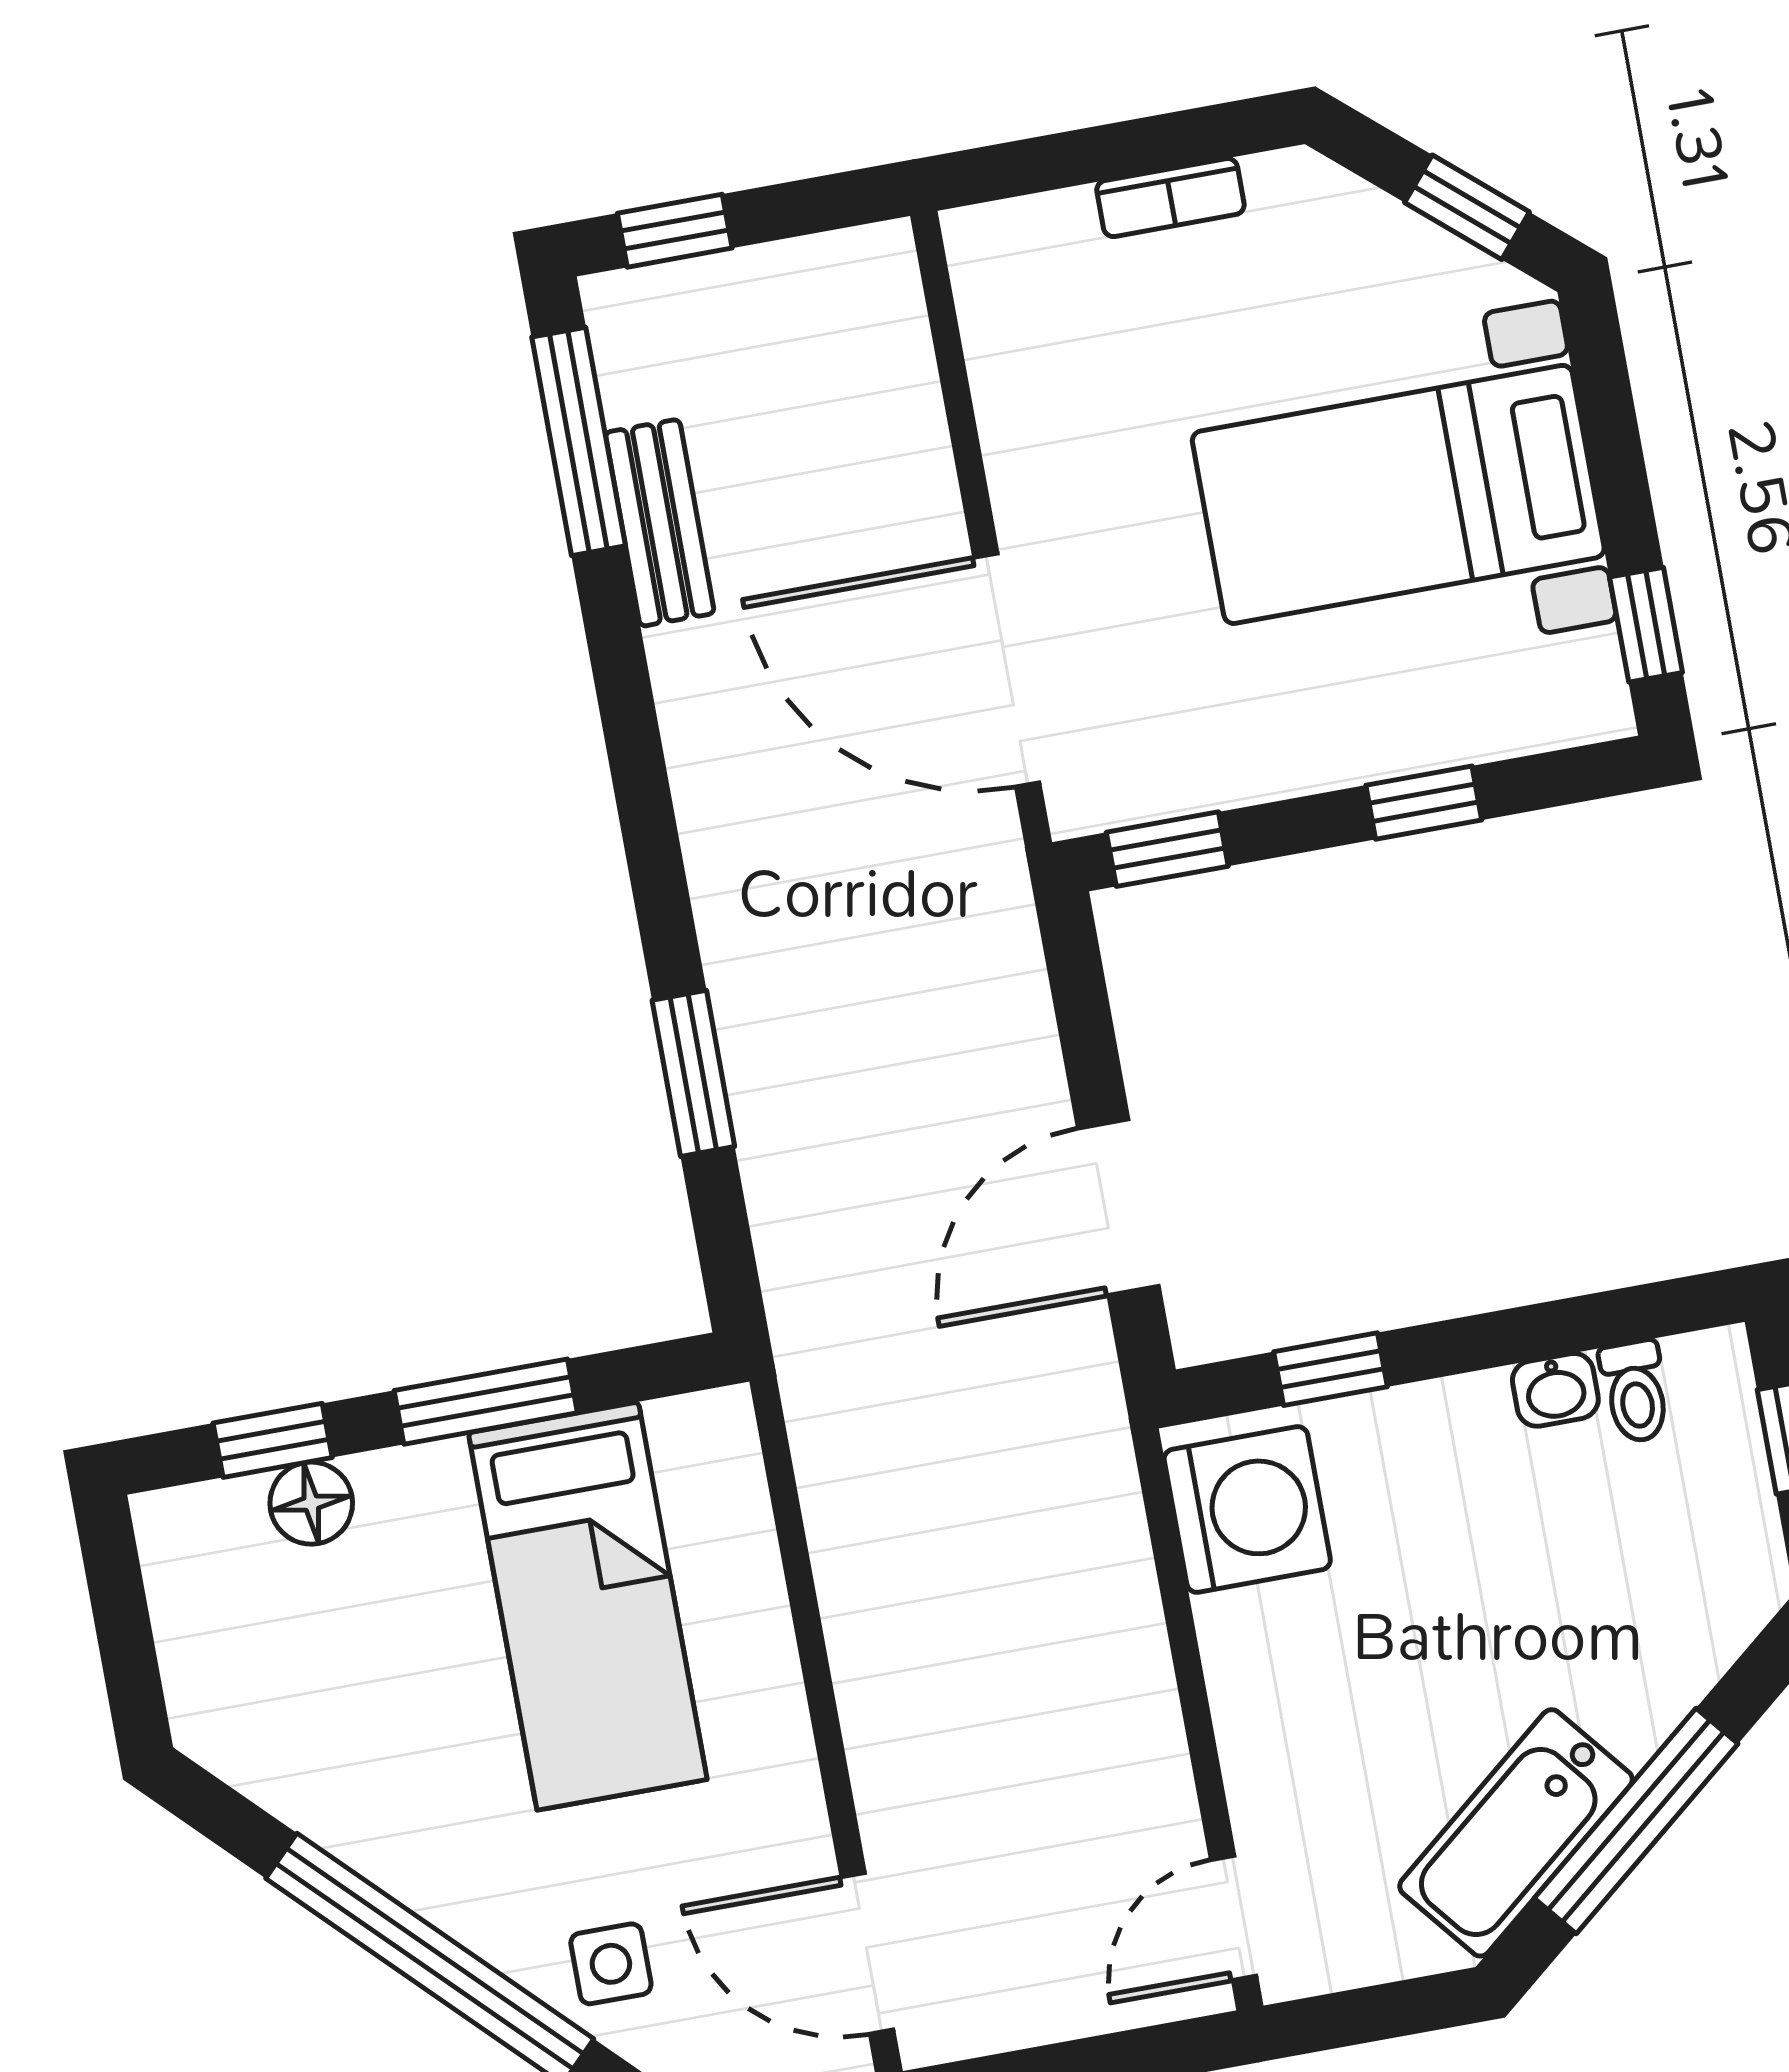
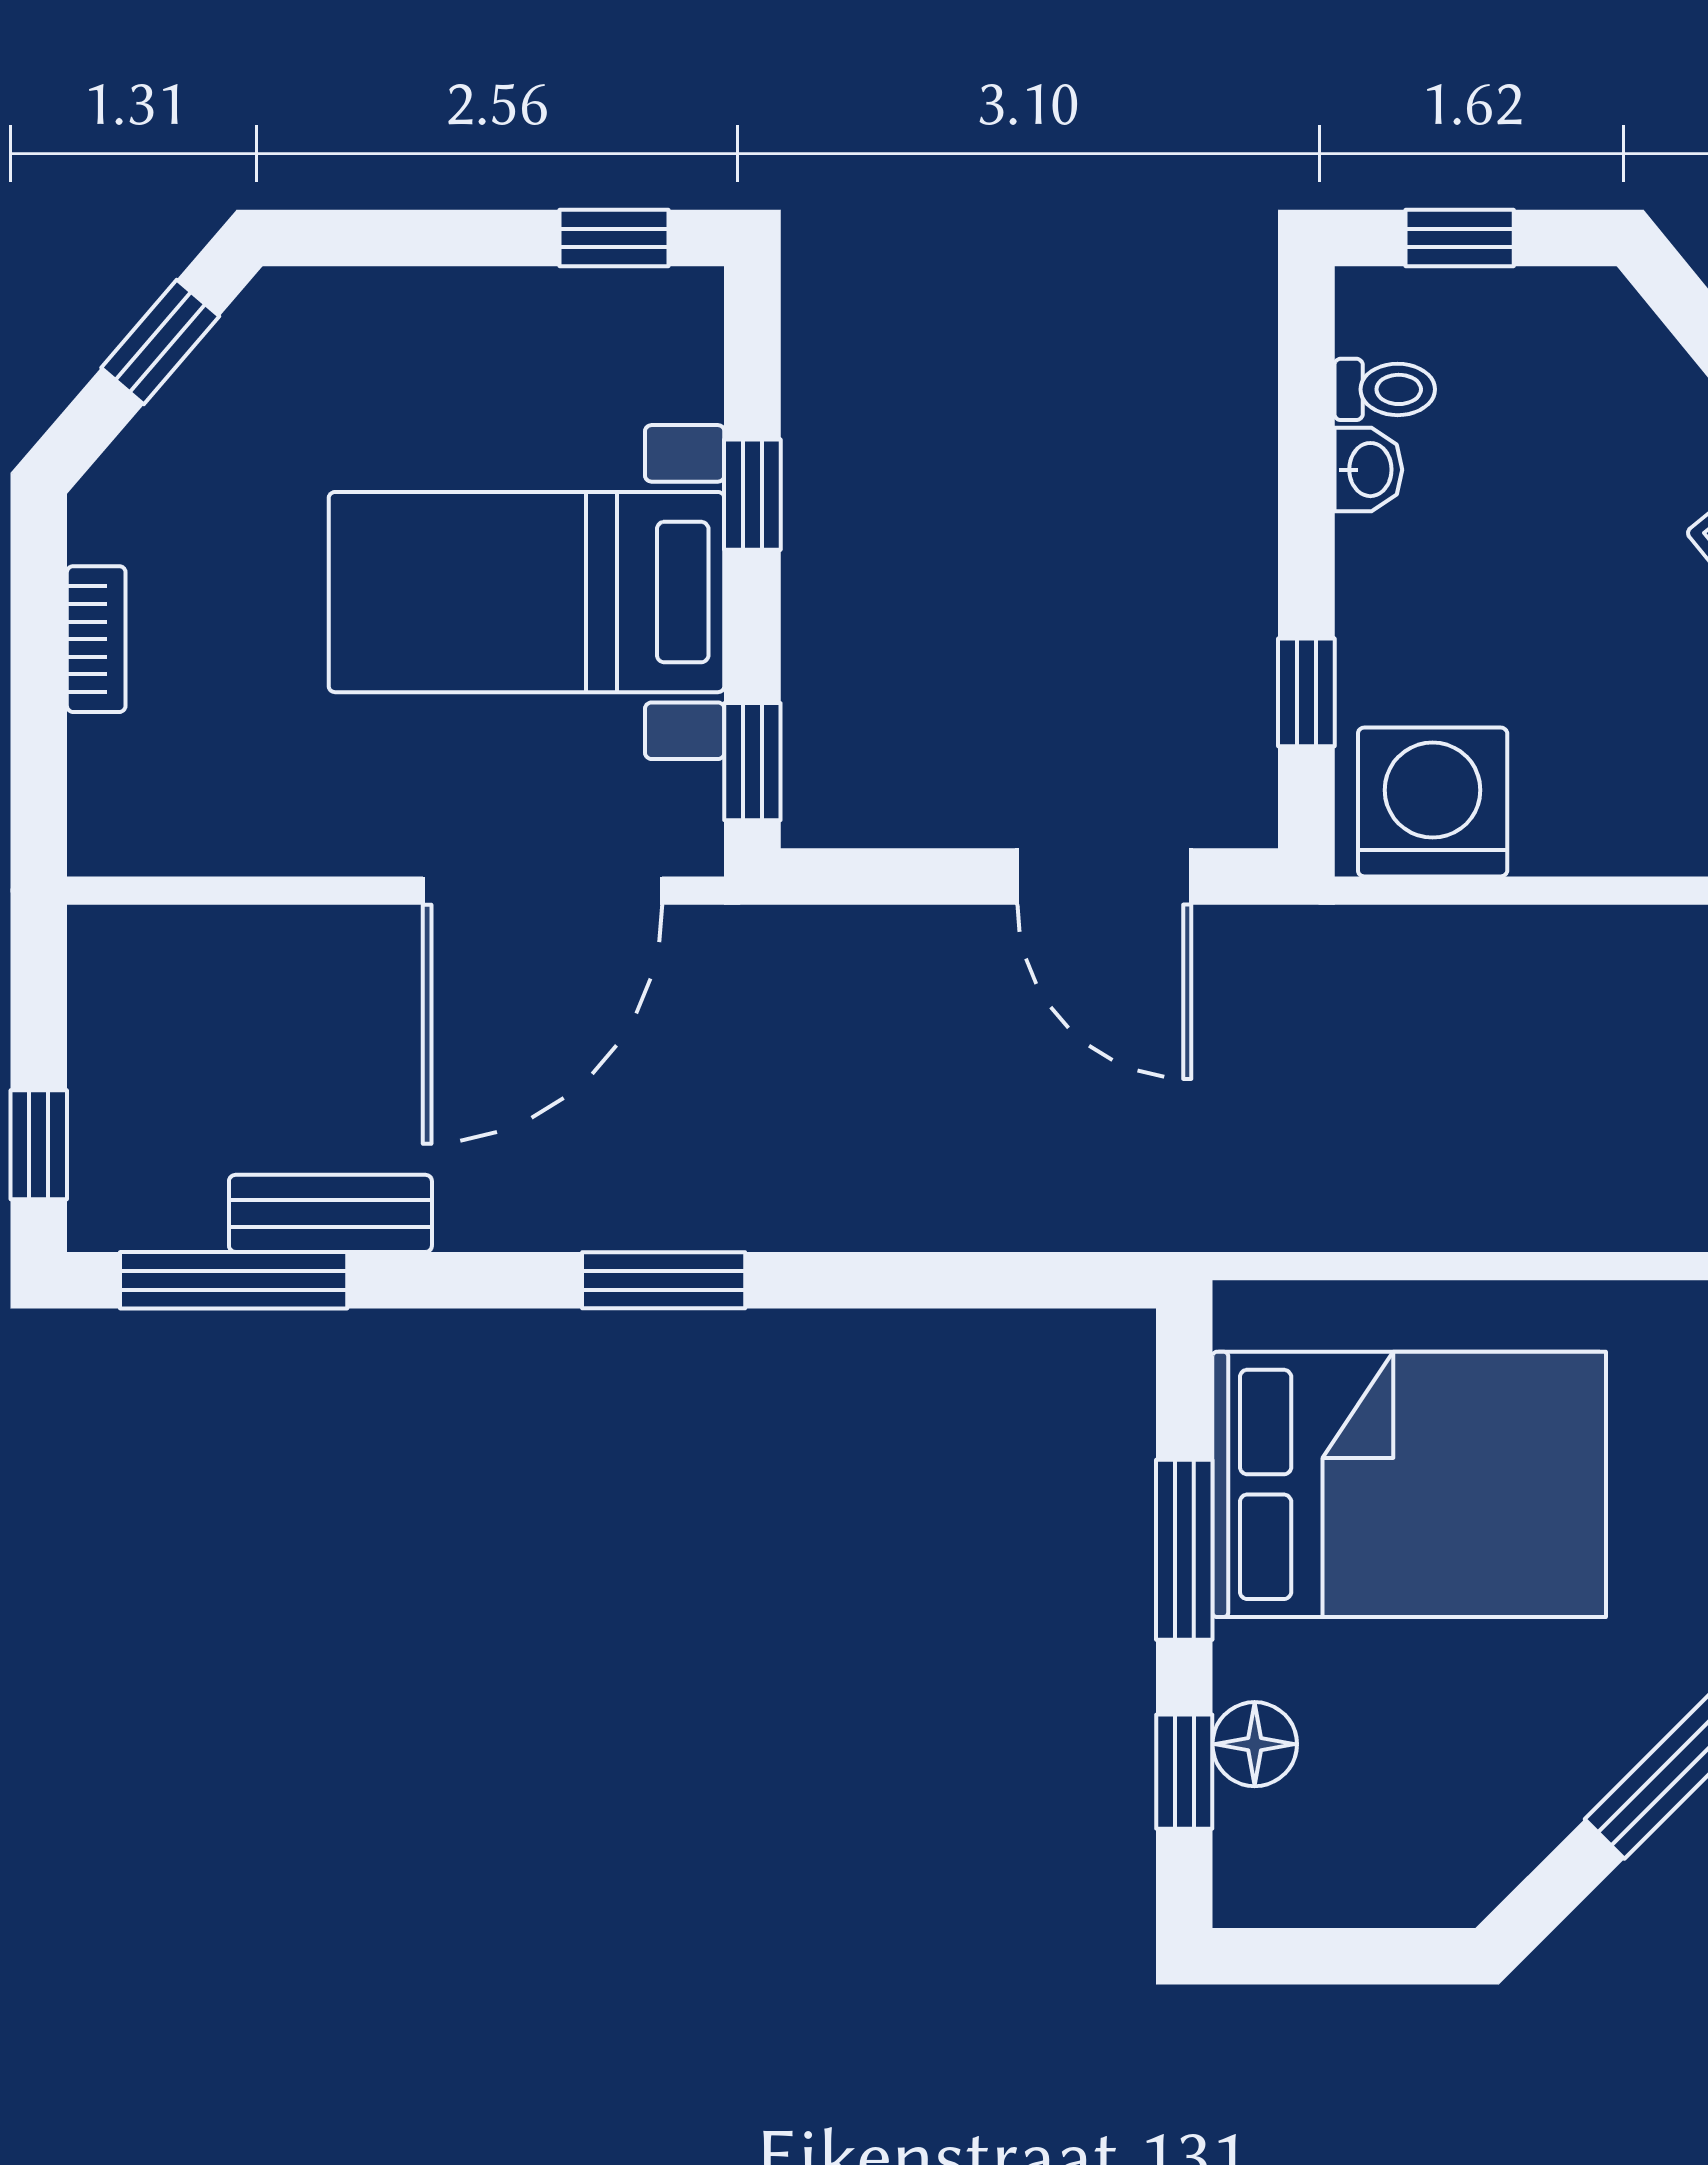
bed with nightstands: (1398, 494) -> (527, 592), moved, turned 90
window: (693, 1073) -> (664, 1280), moved
bed: (588, 1606) -> (1409, 1484), width x1.50

